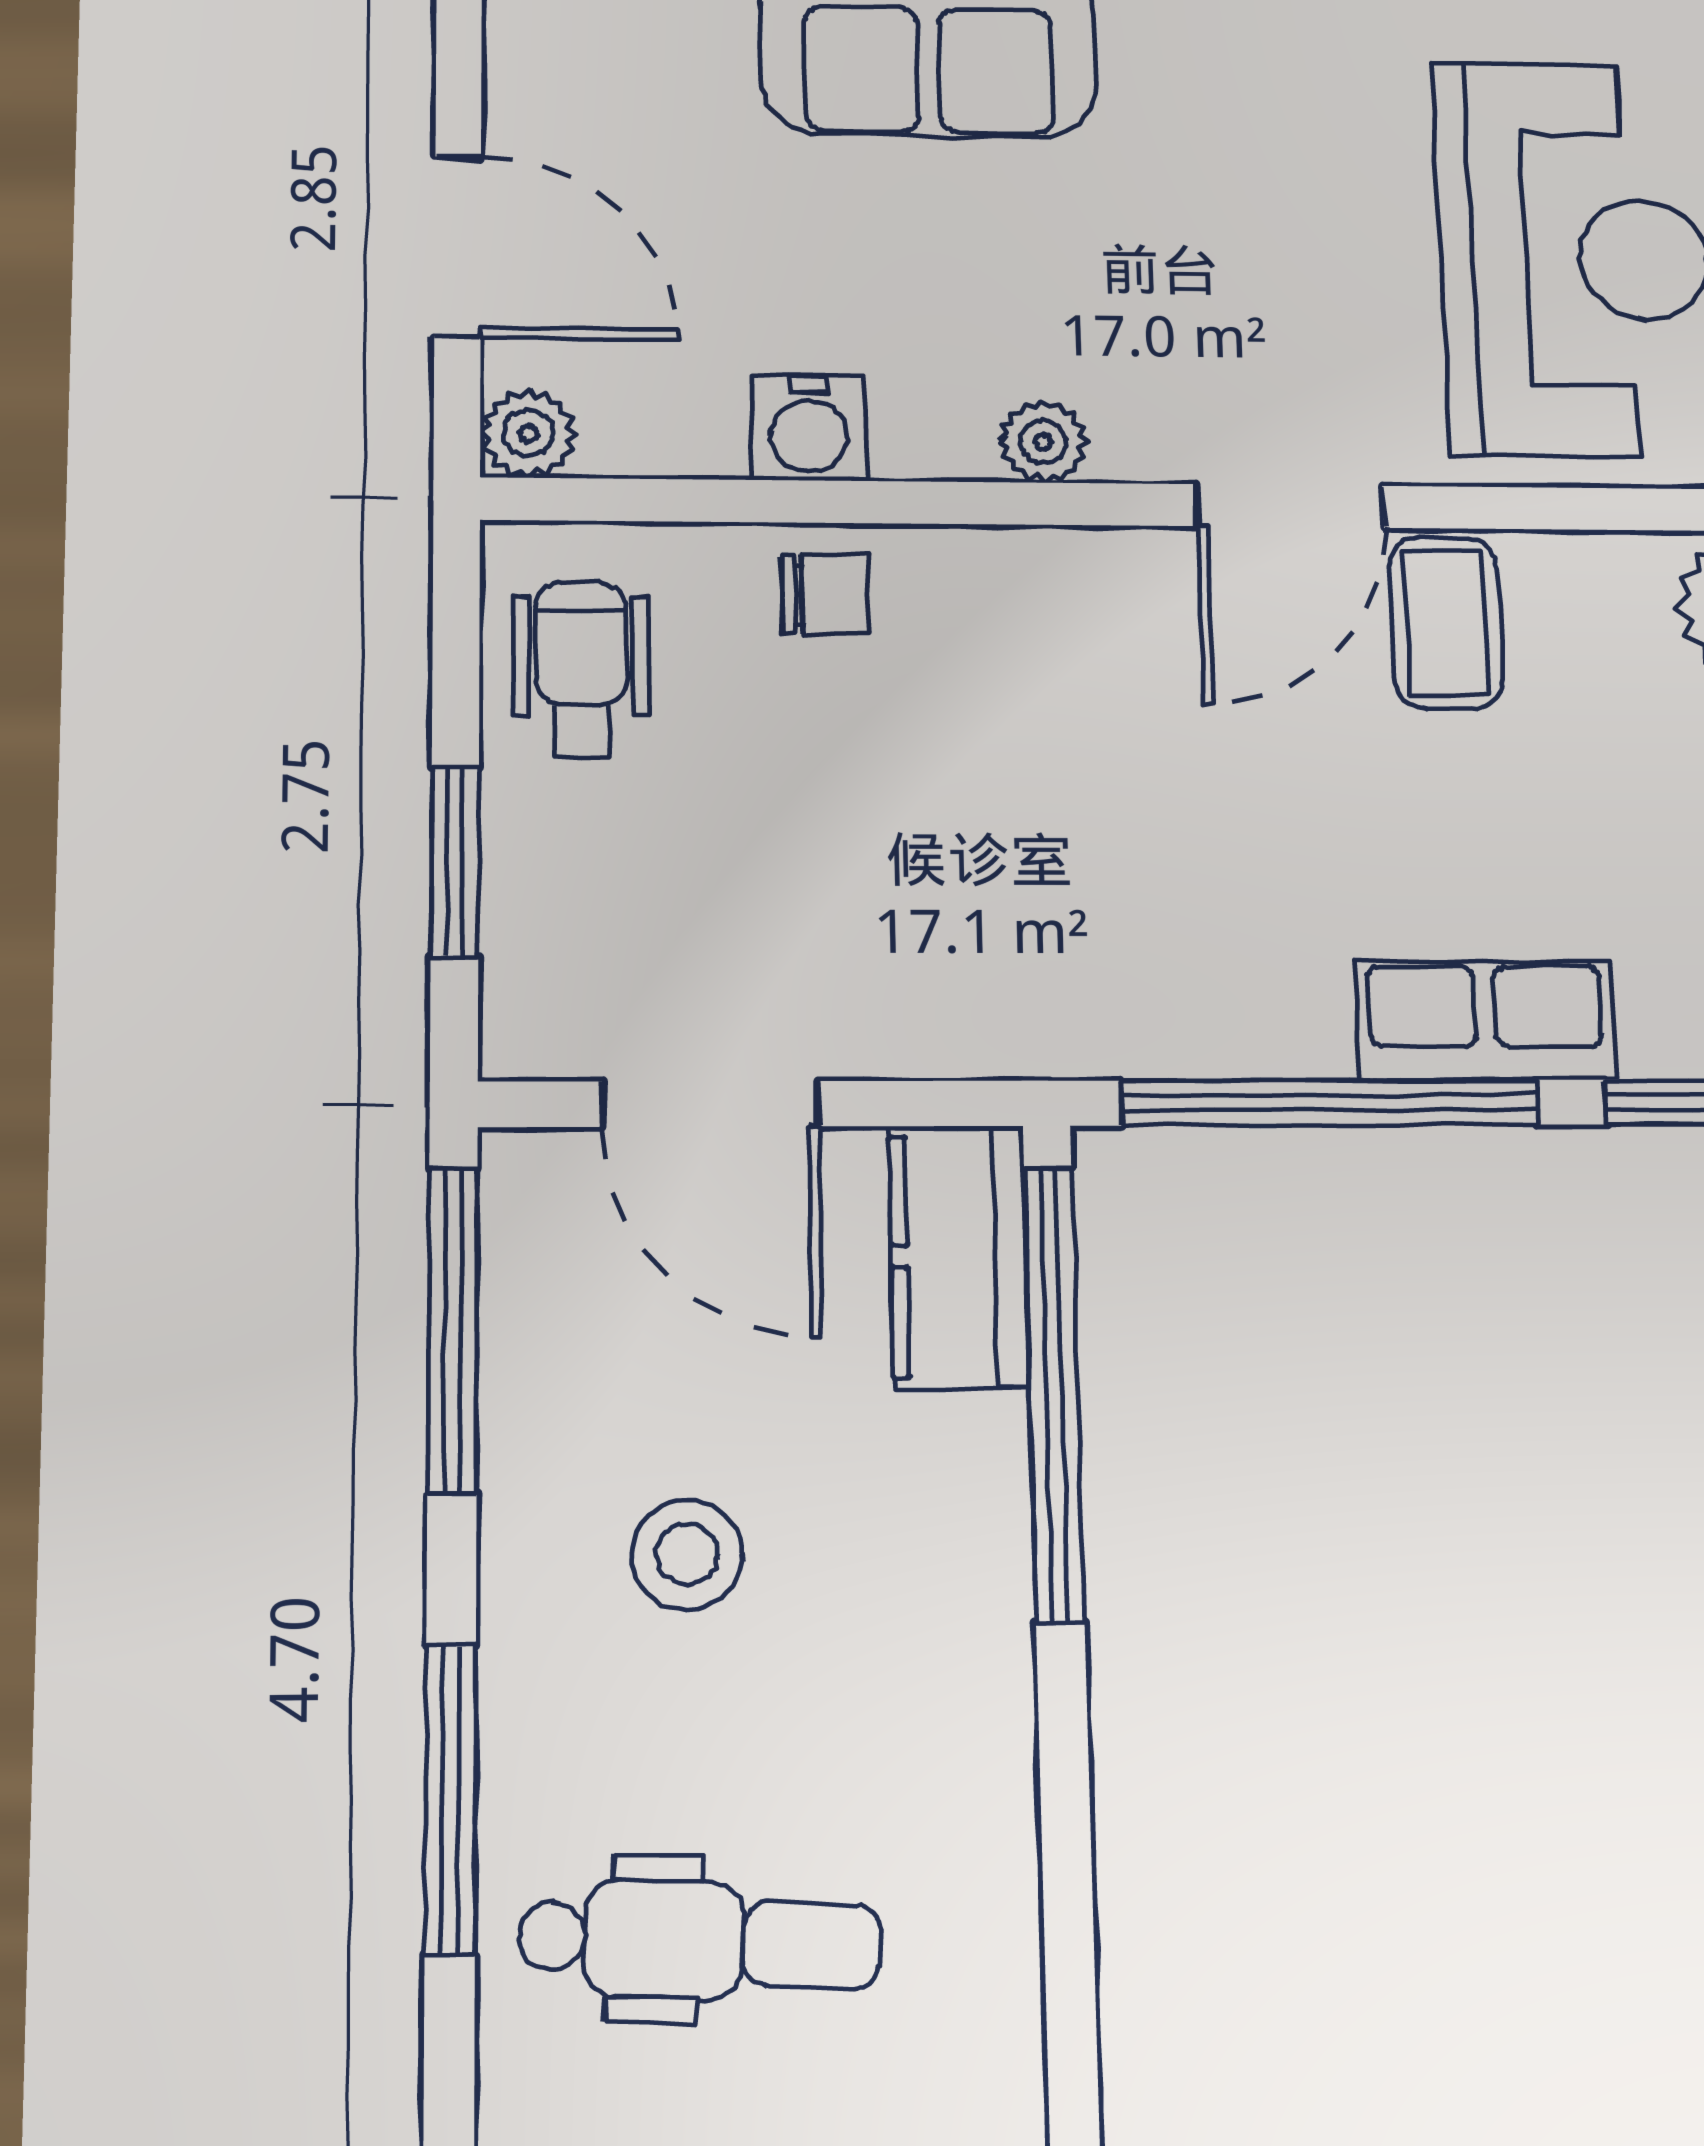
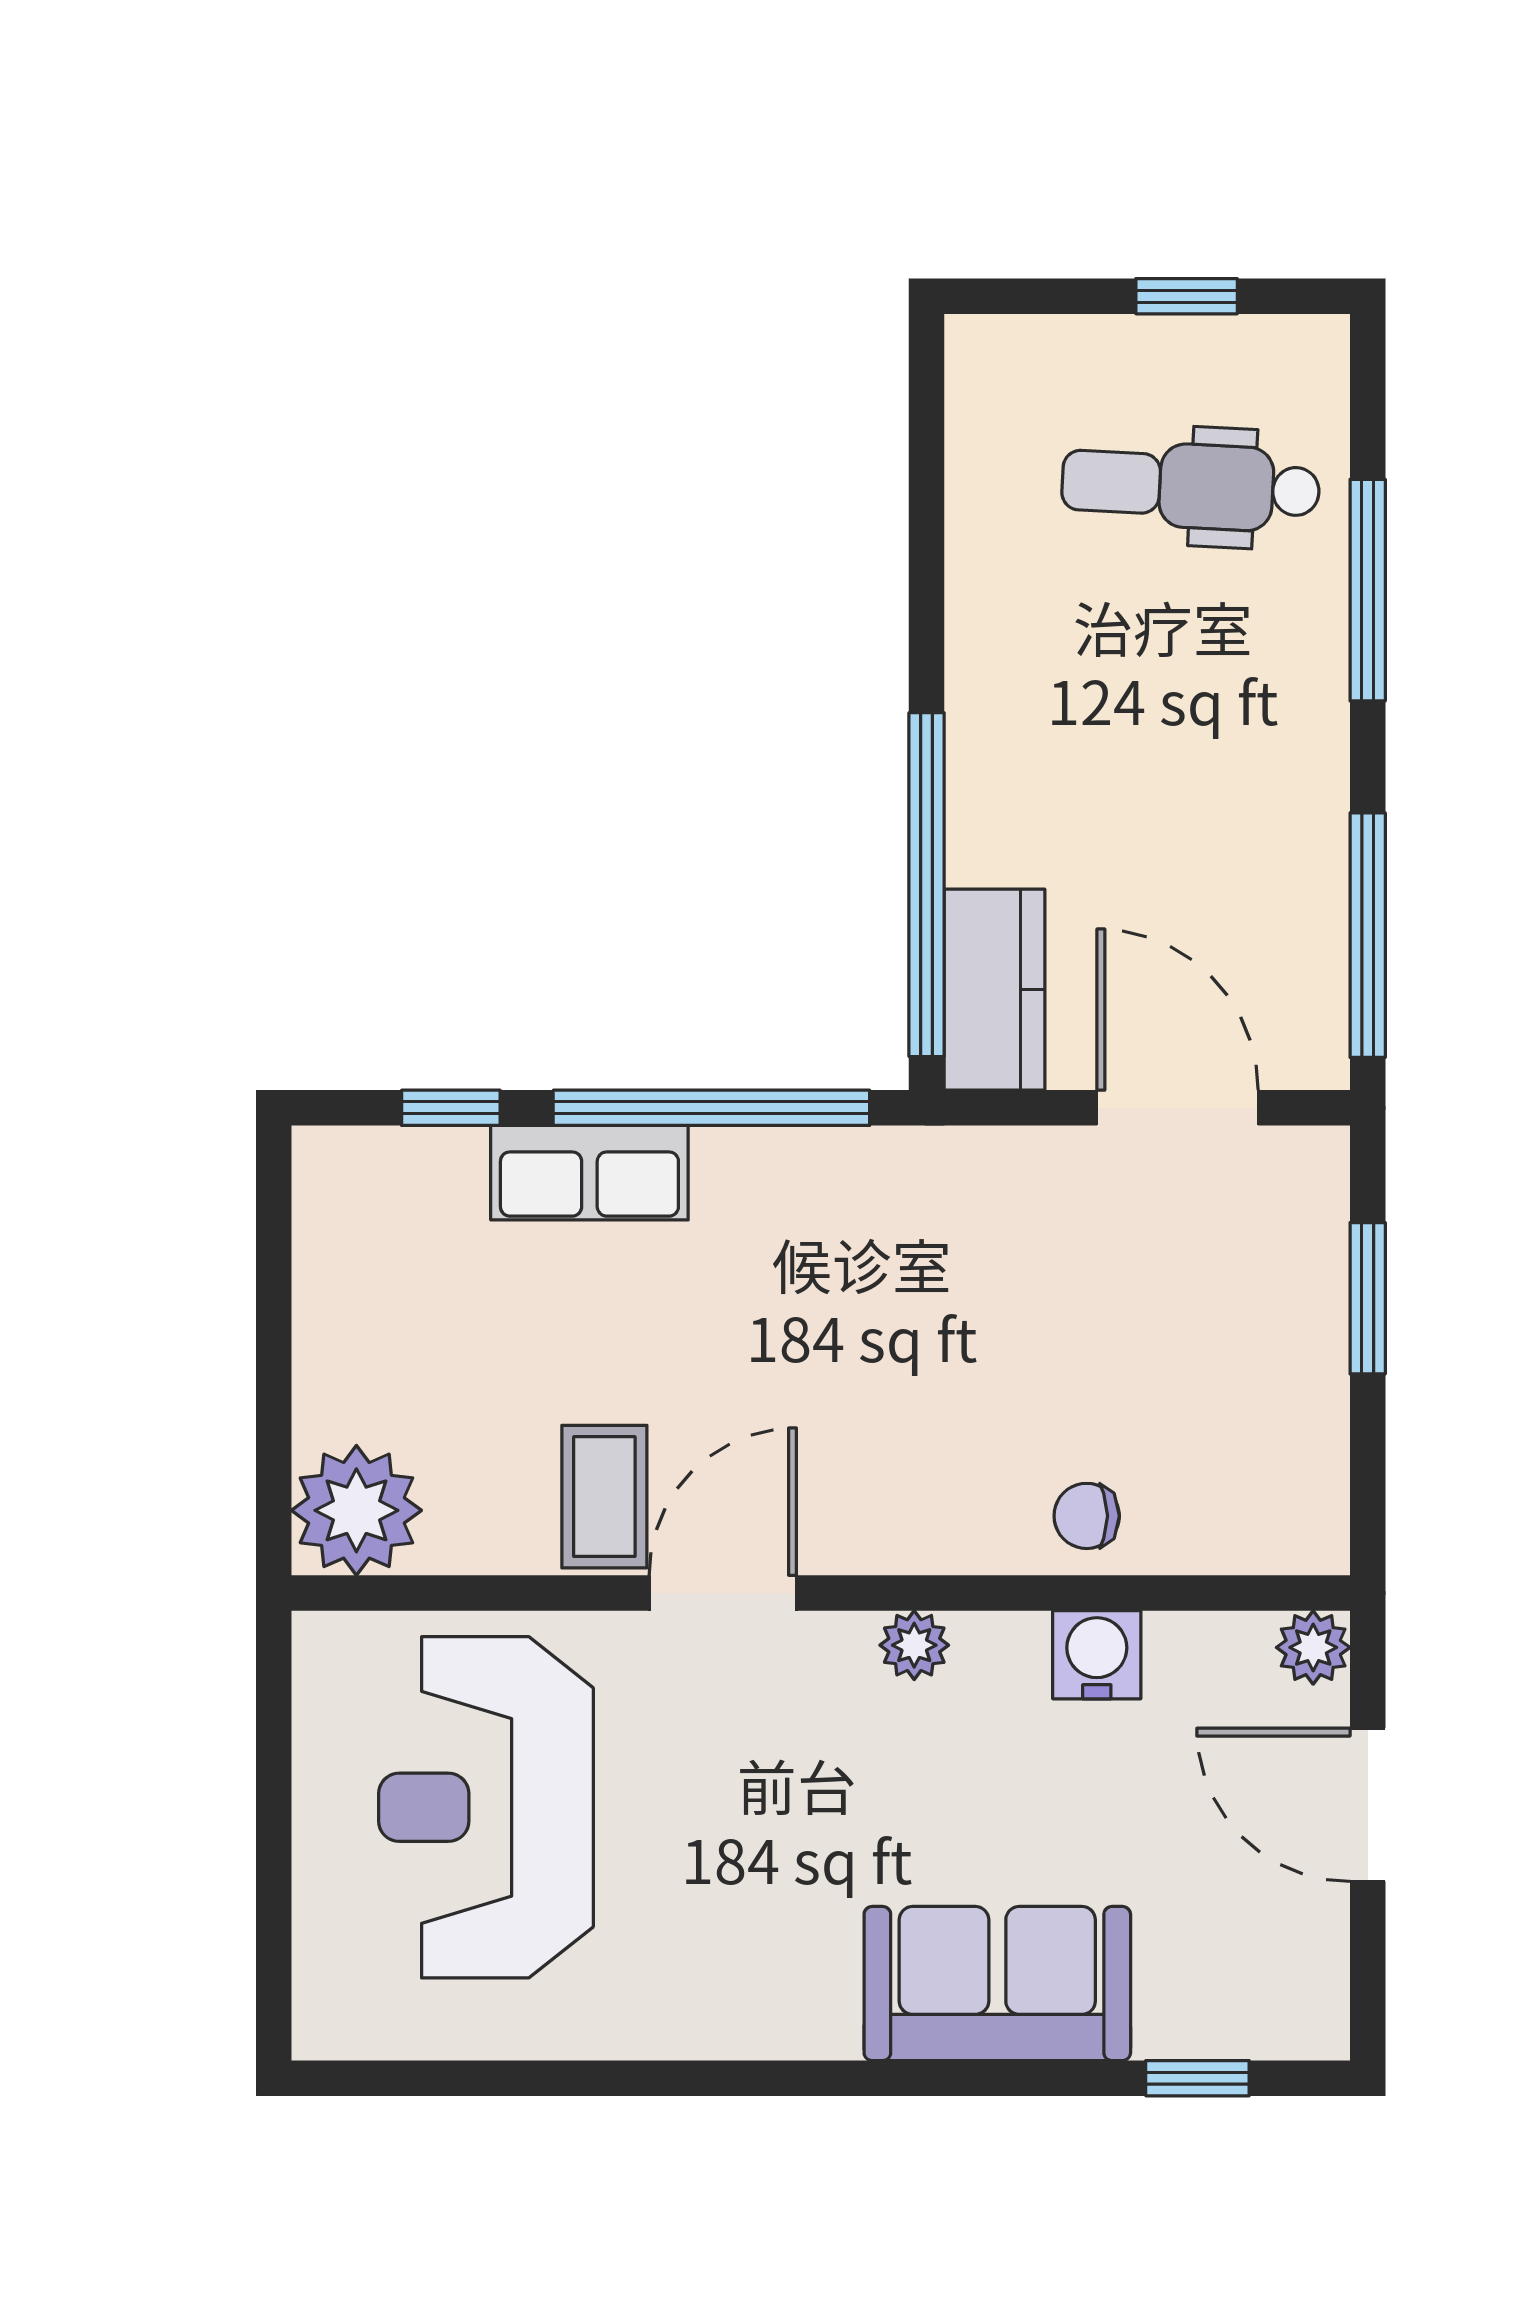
wheelchair: (581, 669) -> (1273, 1453), removed
stool: (687, 1554) -> (1198, 766), removed

